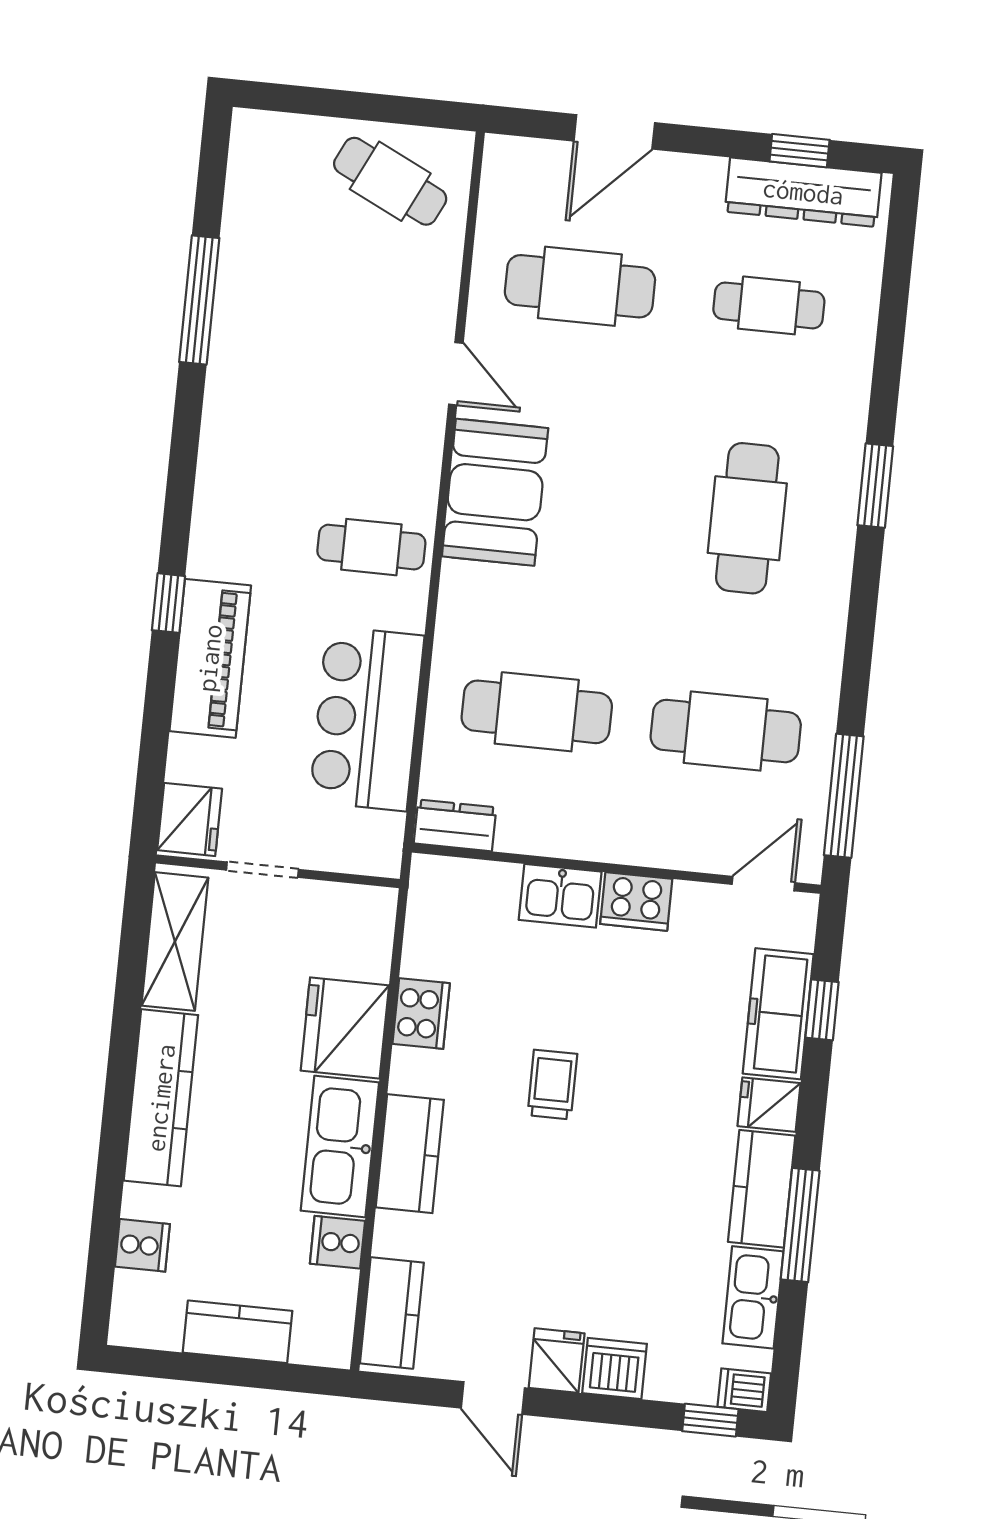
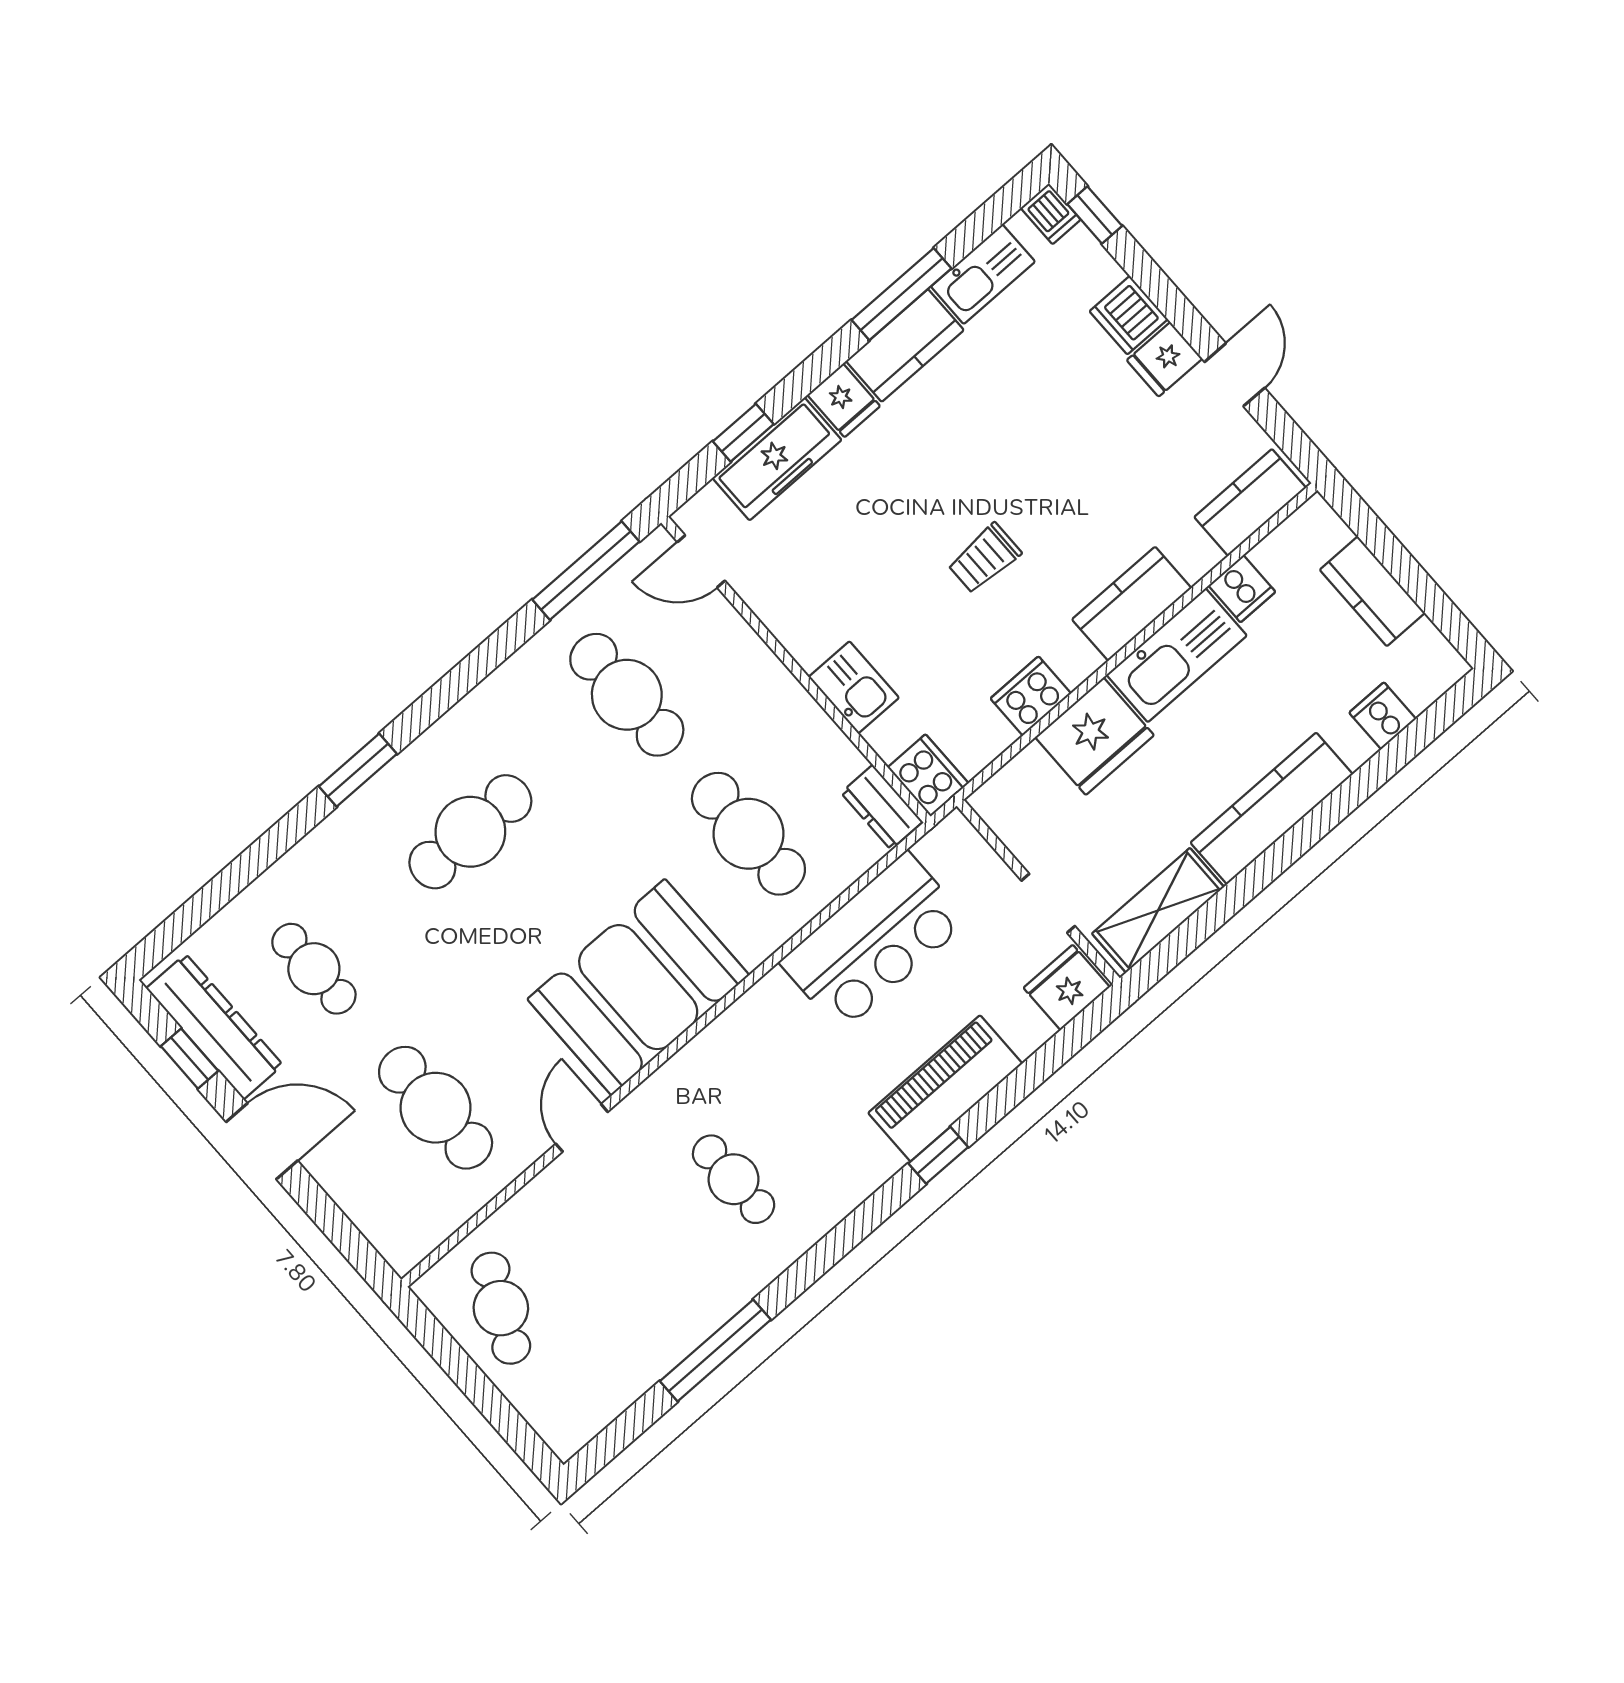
door: (614, 132) -> (262, 1141), moved
booth: (495, 492) -> (638, 987), width x1.36, depth x1.42
cafe table: (371, 547) -> (734, 1179), moved
cooker: (636, 901) -> (928, 775), moved

